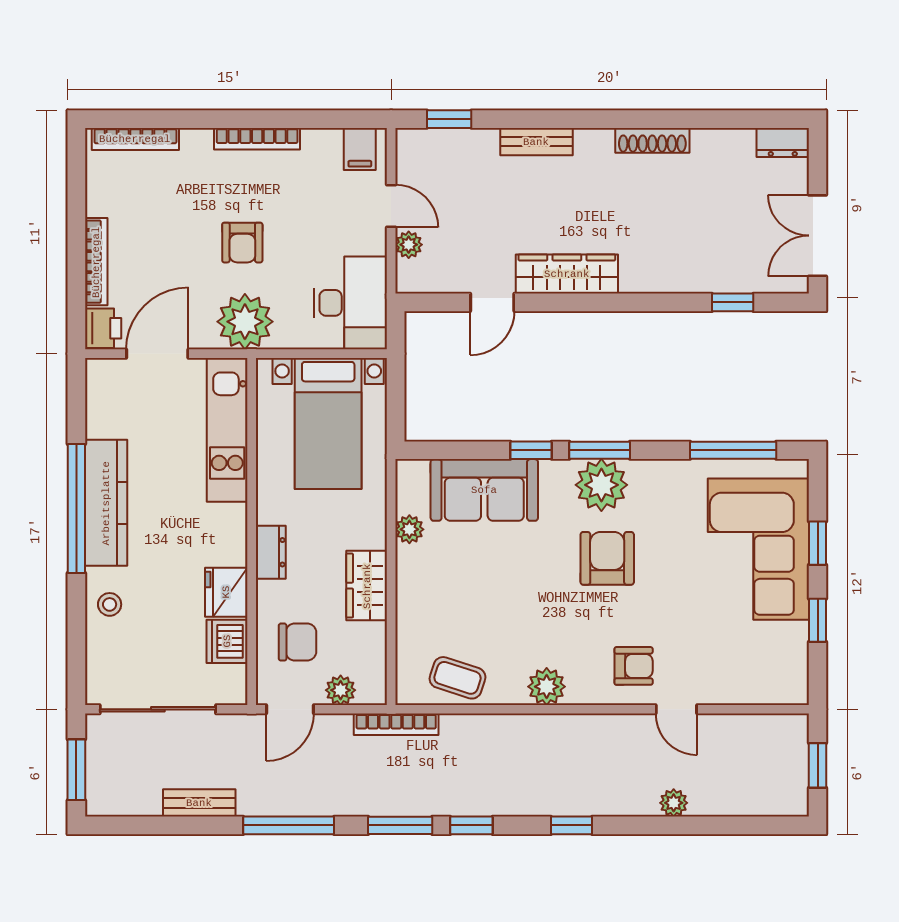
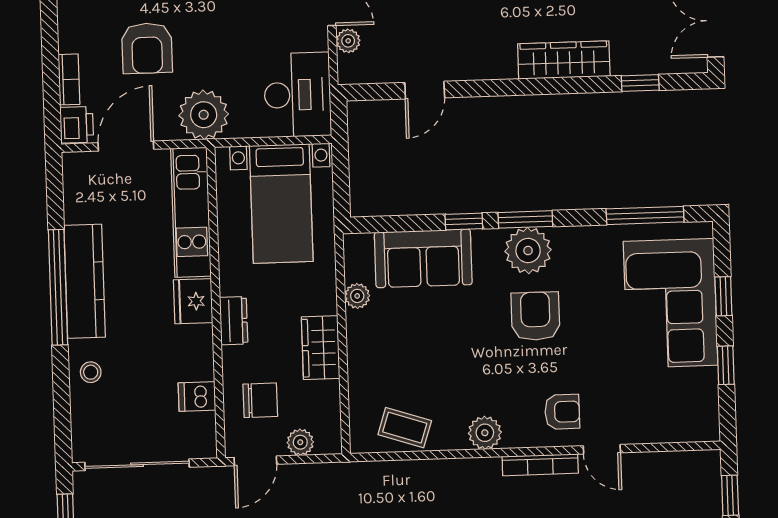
armchair: (242, 243) -> (147, 48), moved, width x1.38, depth x1.38
bookcase: (96, 262) -> (69, 79), width x0.64
wardrobe: (567, 274) -> (564, 60), moved
fridge: (226, 592) -> (193, 301), moved
dishwasher: (227, 641) -> (197, 396), width x0.73
bookcase: (396, 724) -> (540, 465), moved

